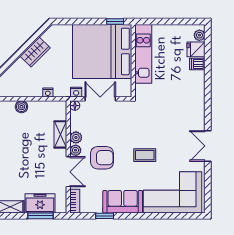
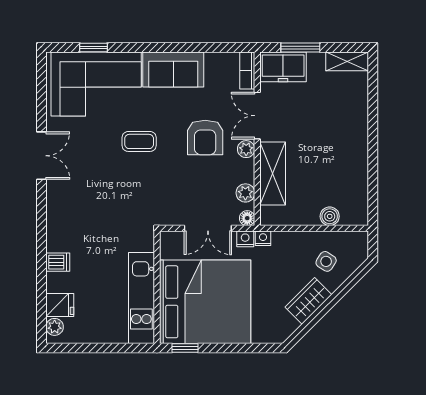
dishwasher: (197, 64) -> (58, 262), moved
side table: (24, 78) -> (326, 261), added
nightstand: (48, 93) -> (263, 238), moved
shelving: (60, 134) -> (273, 173), width x1.50, depth x1.33
plant: (76, 137) -> (245, 193), moved
armchair: (102, 158) -> (205, 137), turned -90
freezer: (40, 203) -> (283, 67), moved
window: (105, 216) -> (94, 48), moved

